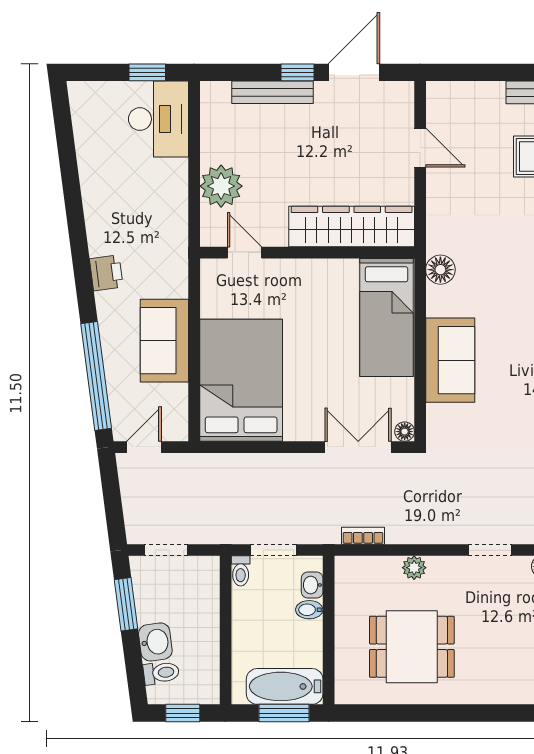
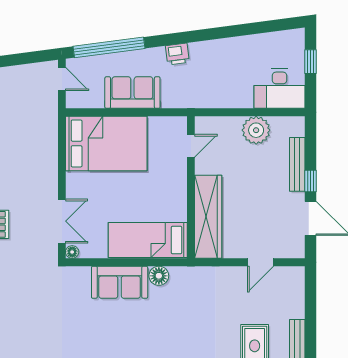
window: (147, 72) -> (310, 62), moved
plant: (221, 186) -> (256, 130), moved
floor lamp: (440, 270) -> (159, 276), moved

